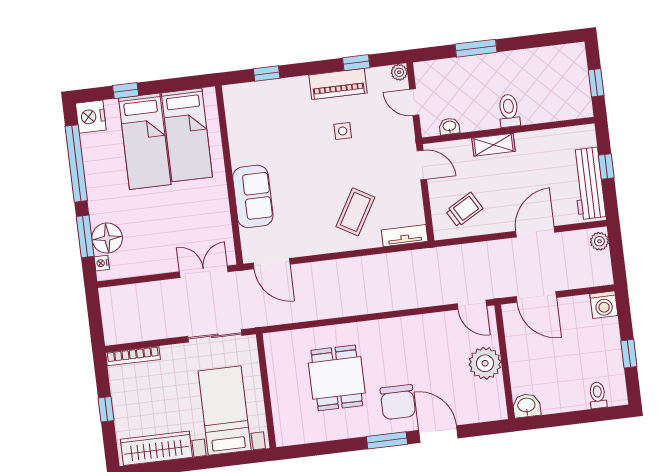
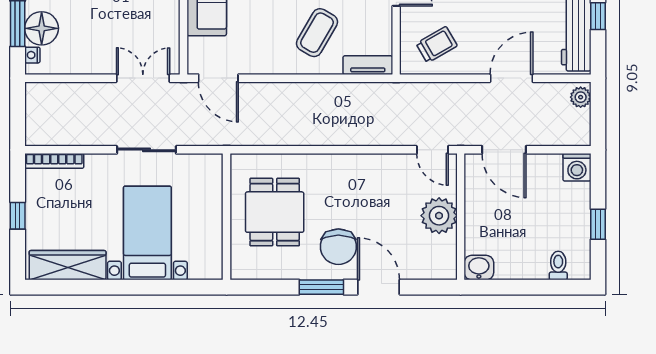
wall: (266, 391) -> (227, 217), moved

